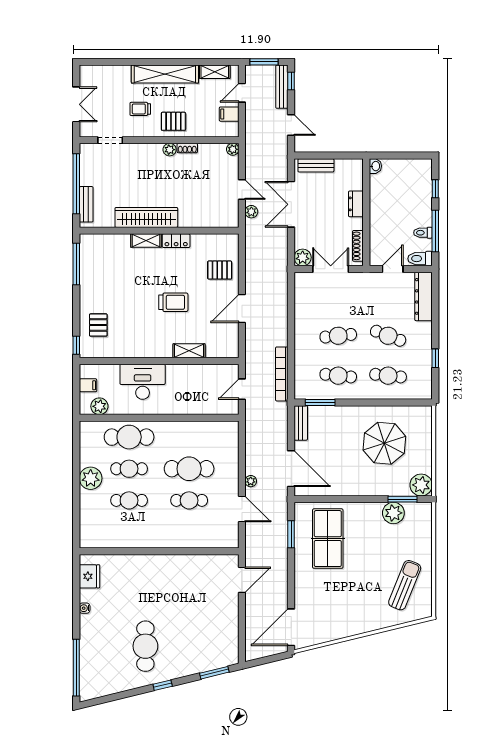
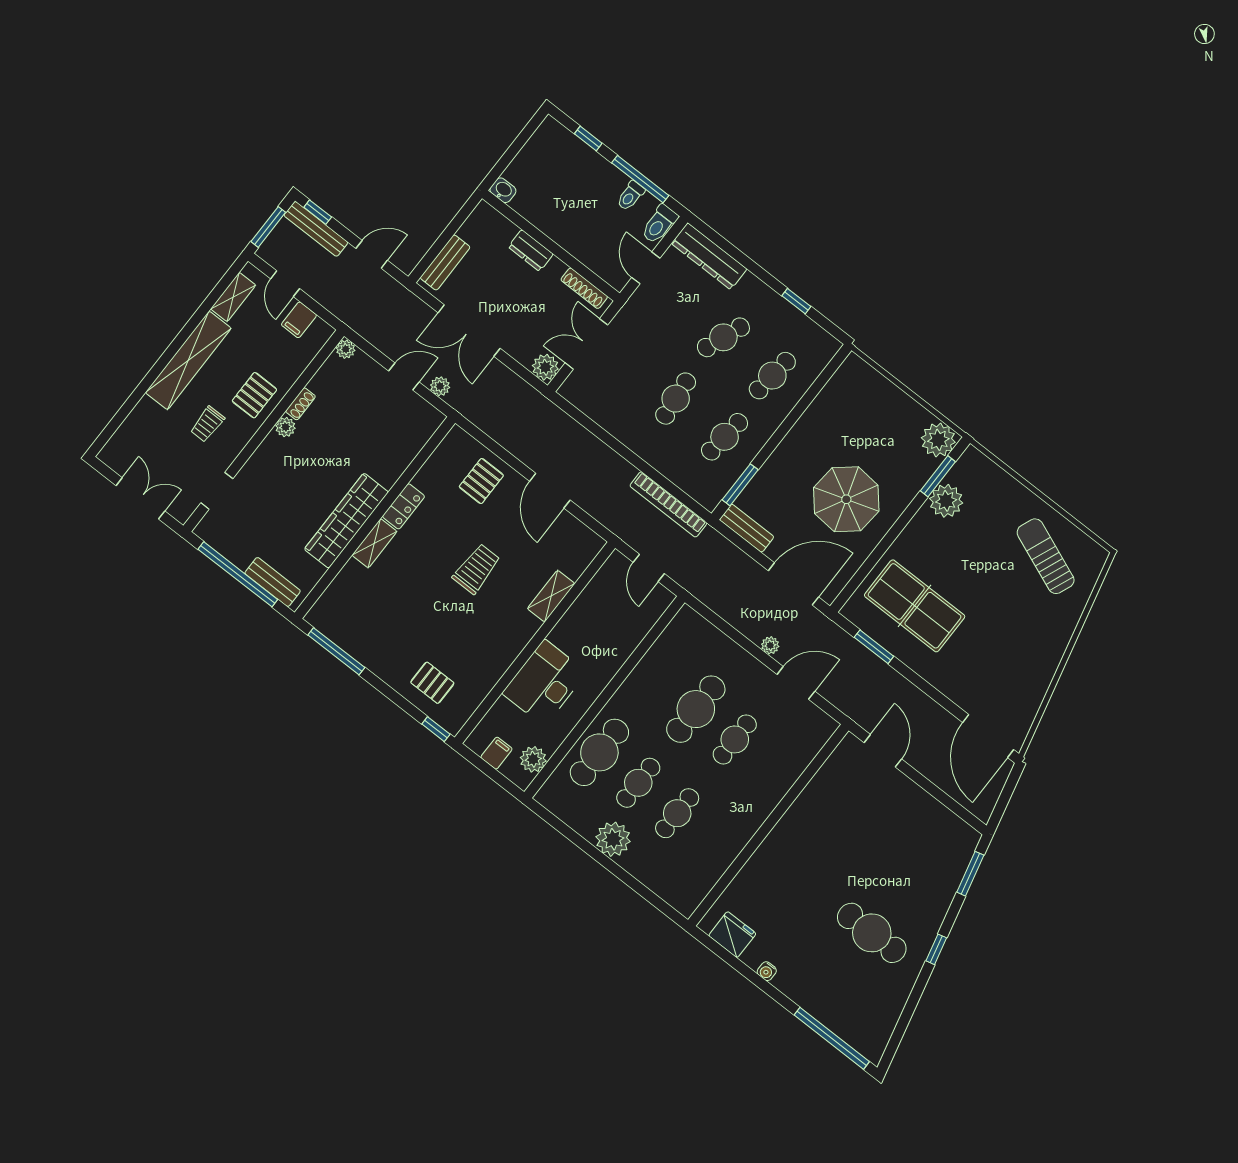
parasol: (384, 443) -> (846, 499), moved

